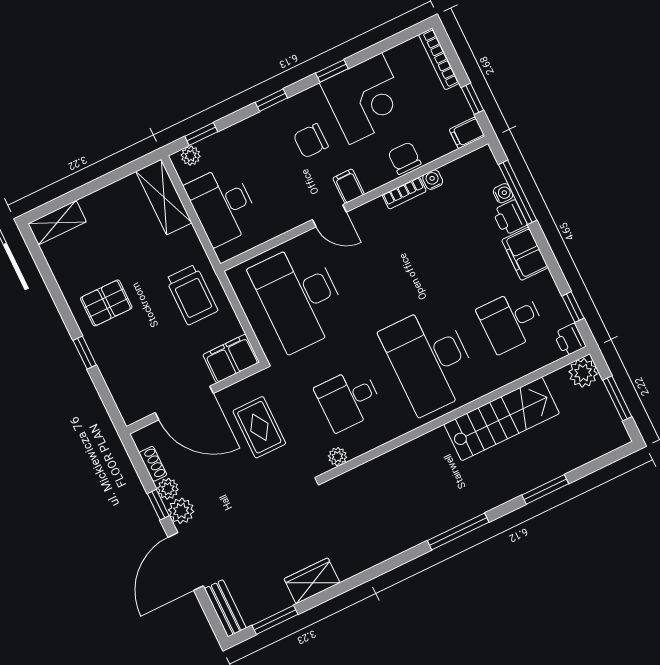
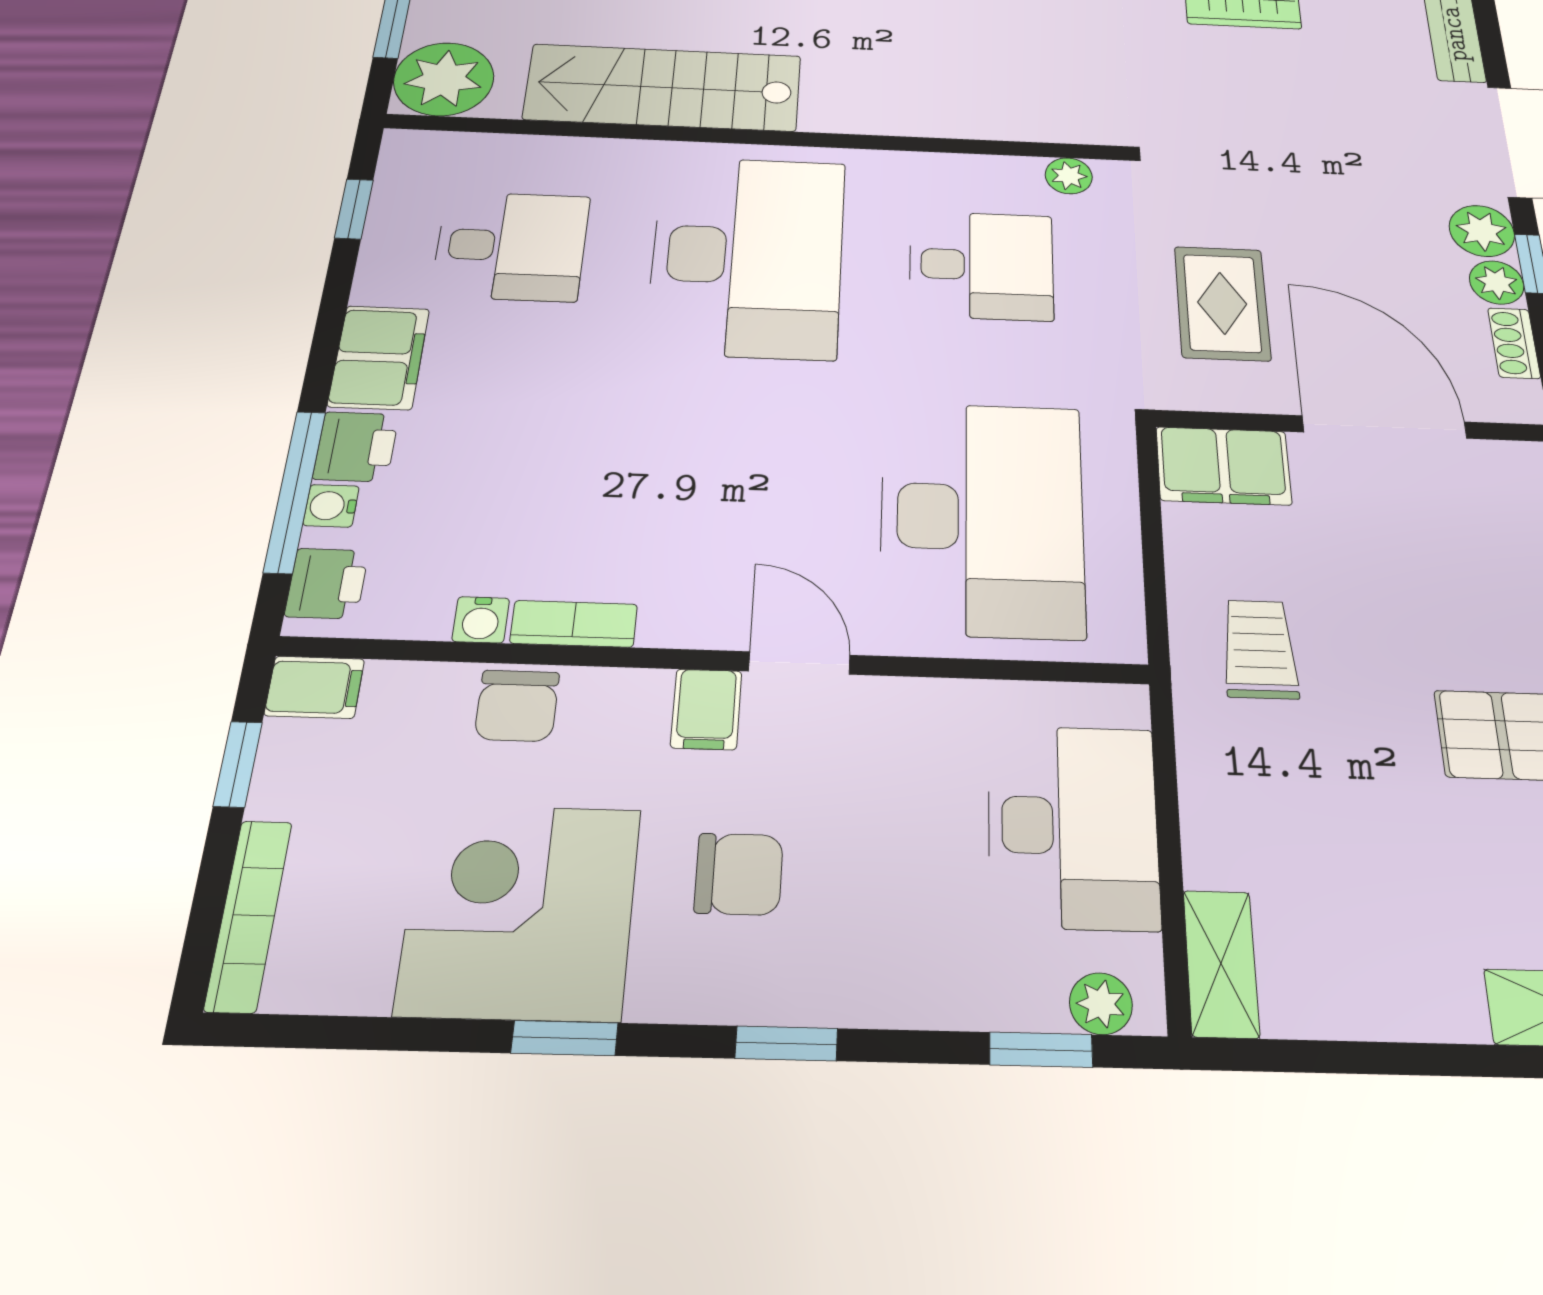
shelving: (164, 197) -> (1221, 963), width x0.67, depth x0.75
trolley: (192, 295) -> (1260, 649), width x0.73, depth x0.72
printer: (570, 340) -> (327, 583), moved
plant: (583, 373) -> (444, 79), width x1.36, depth x1.36

